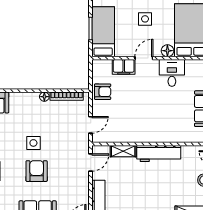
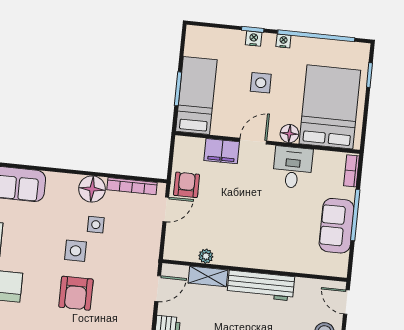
armchair: (103, 92) -> (187, 185), turned -90
floor lamp: (44, 97) -> (92, 189), width x1.89, depth x1.89
side table: (45, 124) -> (96, 225), added
door: (91, 125) -> (166, 209), moved
plant: (120, 138) -> (206, 256), added
armchair: (37, 171) -> (76, 293), turned 180

